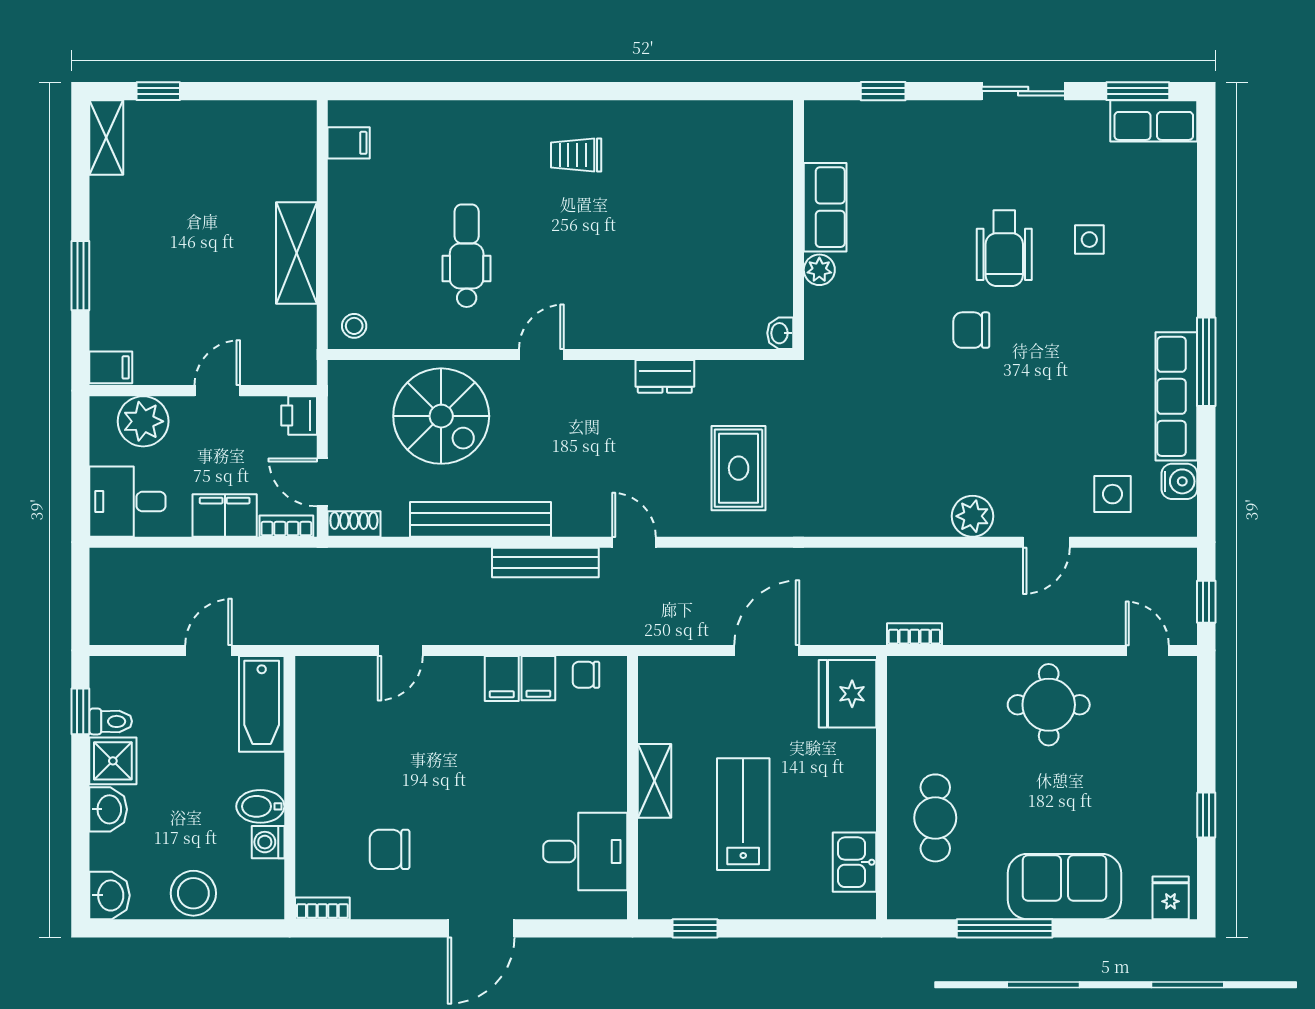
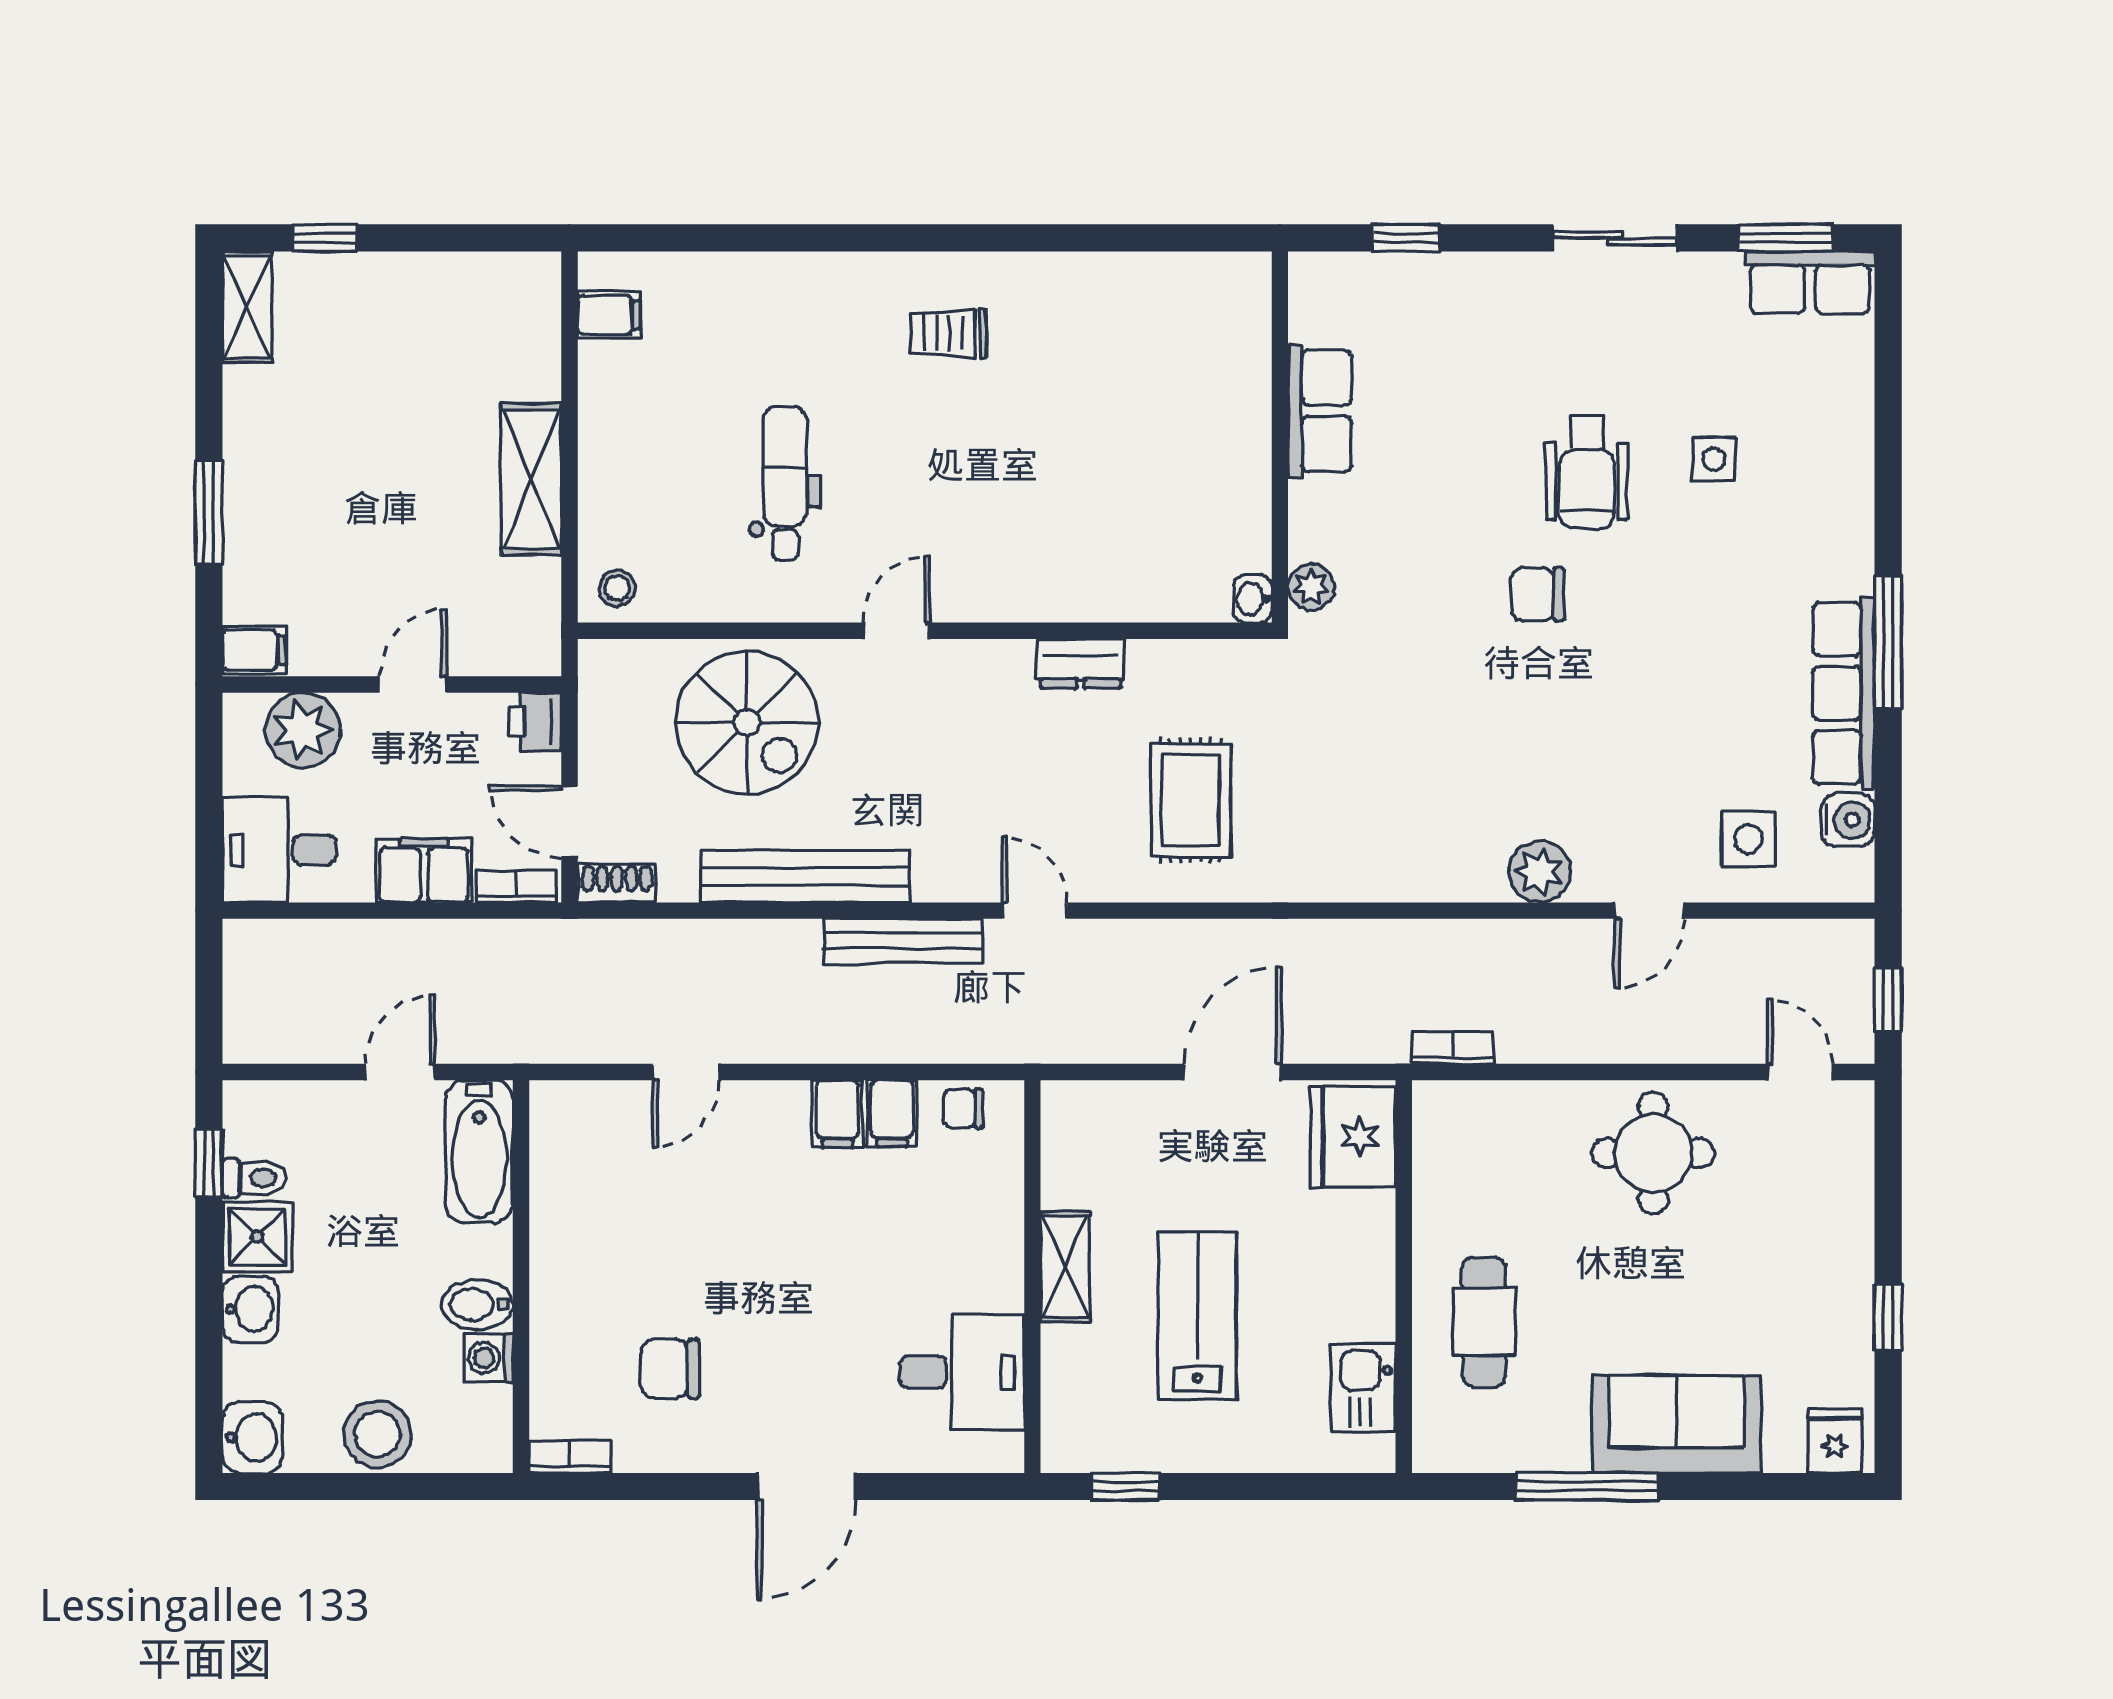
plant: (819, 270) -> (1311, 587), moved

